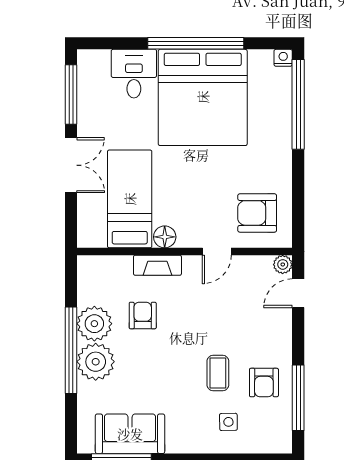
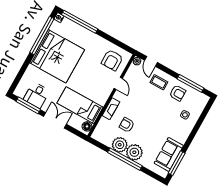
window: (196, 43) -> (42, 35), moved
desk: (134, 74) -> (37, 95), moved, turned -90
floor lamp: (165, 237) -> (87, 126), moved
coffee table: (218, 373) -> (159, 82), moved

